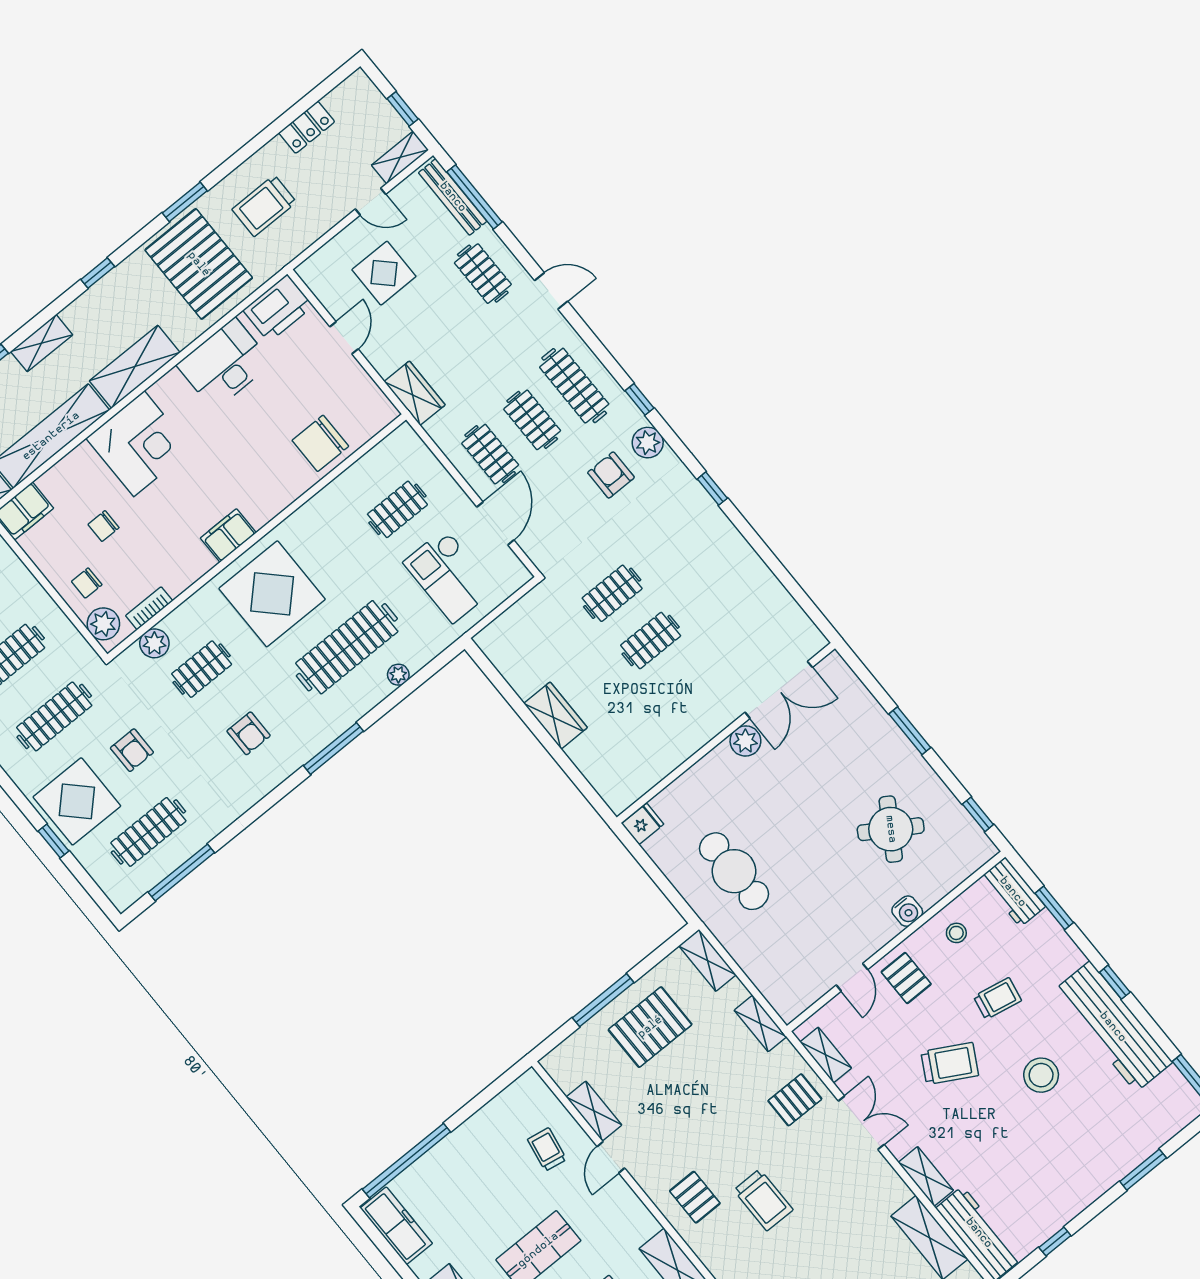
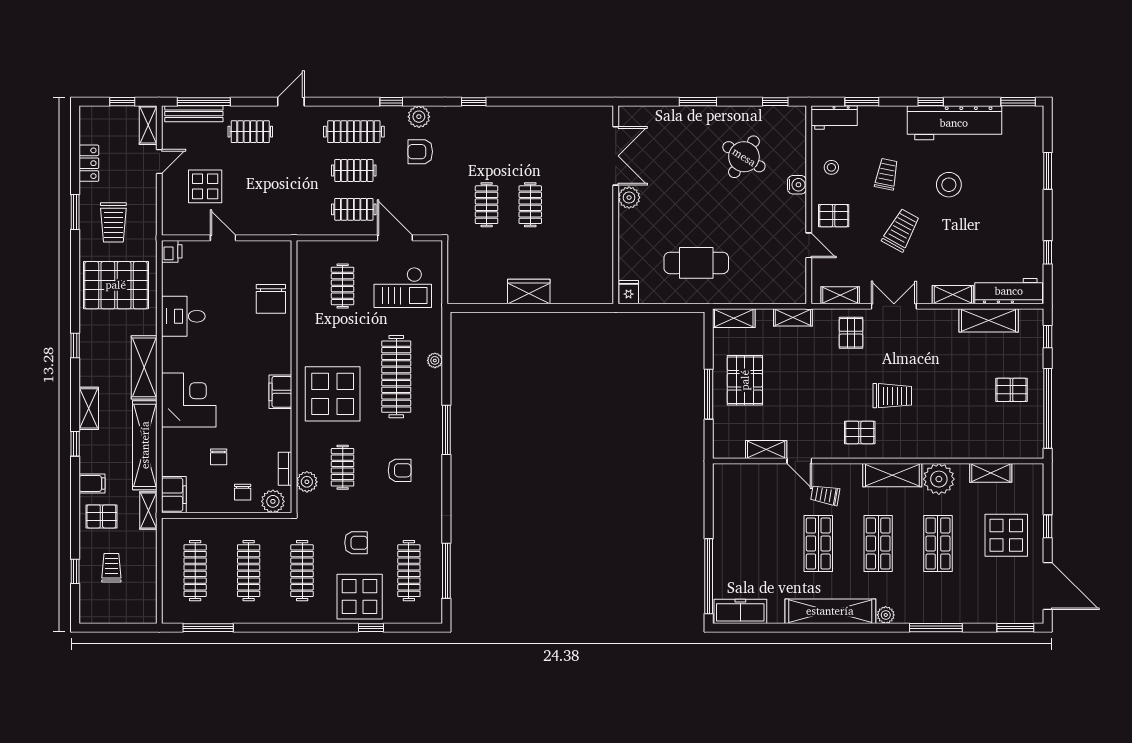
window: (185, 202) -> (75, 212), moved
printer: (278, 308) -> (172, 251), width x0.53, depth x0.68
desk: (224, 364) -> (183, 316), width x0.73
wardrobe: (415, 393) -> (286, 224), removed
trolley: (547, 1149) -> (825, 495), moved

